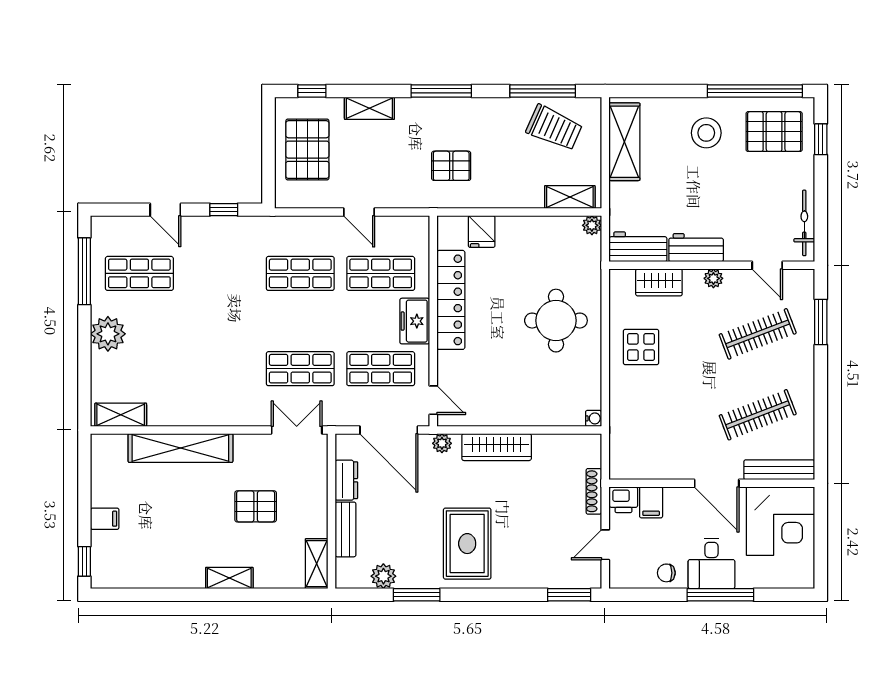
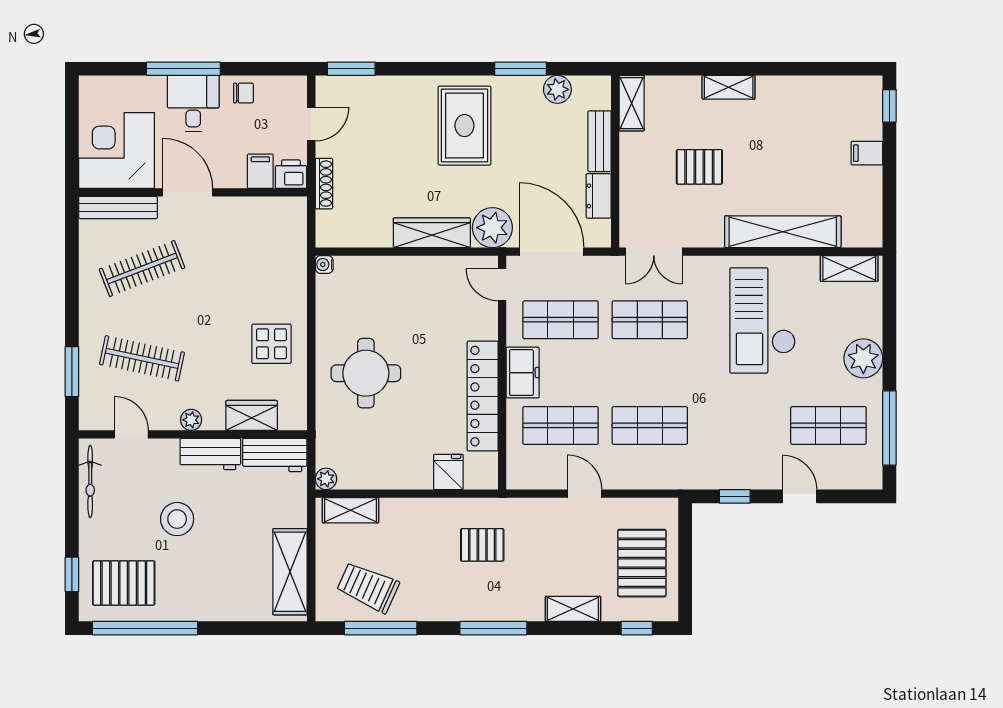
stool: (706, 133) -> (177, 519), moved
clothes rail: (758, 334) -> (142, 358), turned 33
checkout: (199, 368) -> (763, 320), added
plant: (442, 443) -> (492, 228), width x1.87, depth x1.87

